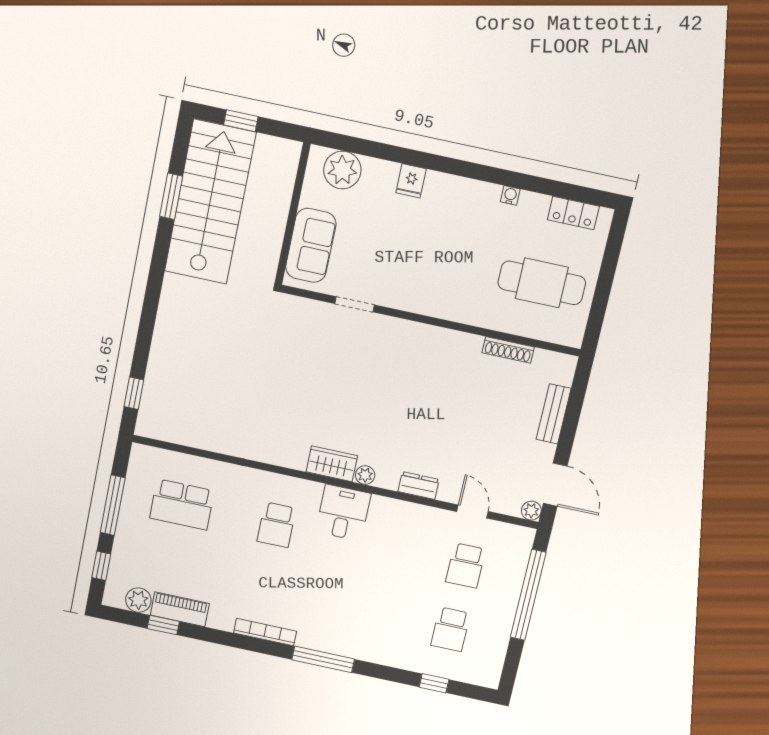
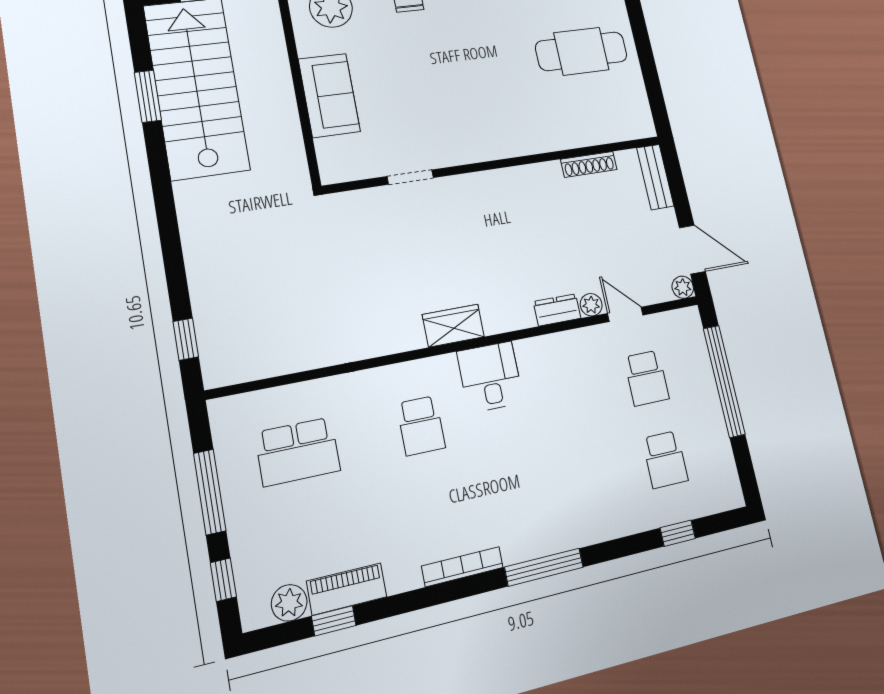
doorway: (355, 304) -> (410, 177), moved
wall: (430, 321) -> (497, 164), moved
shoe rack: (508, 350) -> (589, 164), moved
plant: (365, 475) -> (591, 305), moved

